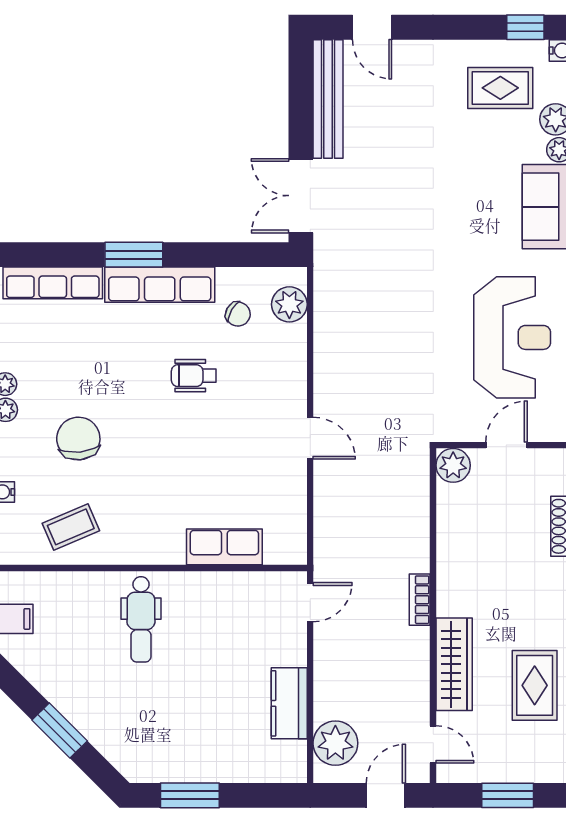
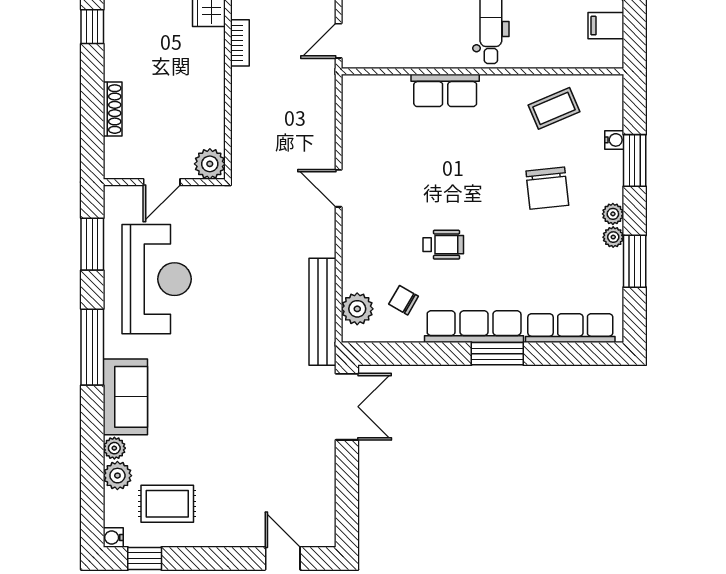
bench: (328, 99) -> (322, 312), moved
reception desk: (512, 337) -> (157, 279), turned 180
row of seats: (224, 547) -> (445, 90), moved

